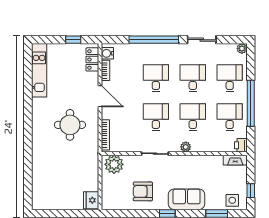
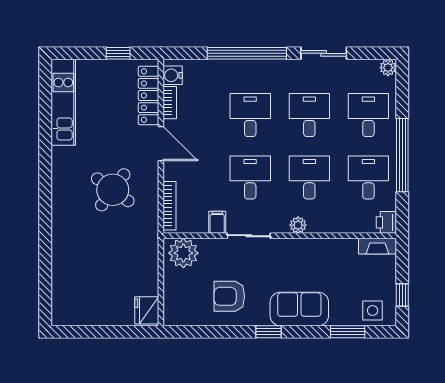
locker: (92, 59) -> (148, 96), width x1.53
round table: (70, 125) -> (113, 190), turned 36
filing cabinet: (135, 145) -> (217, 222), added

